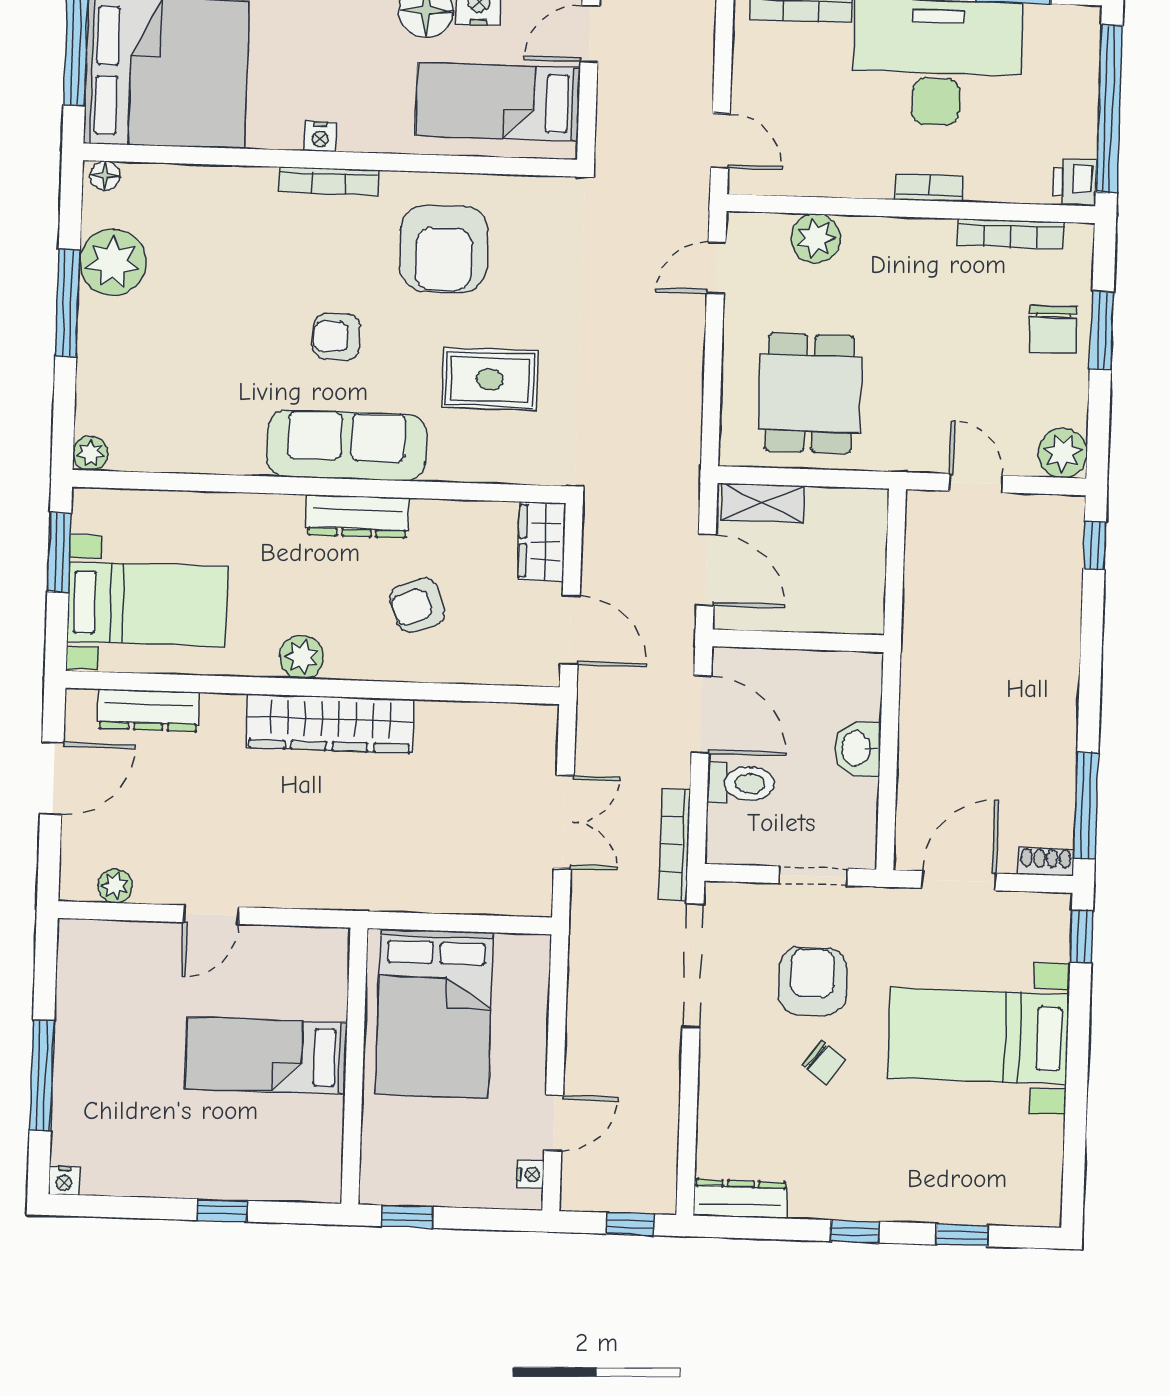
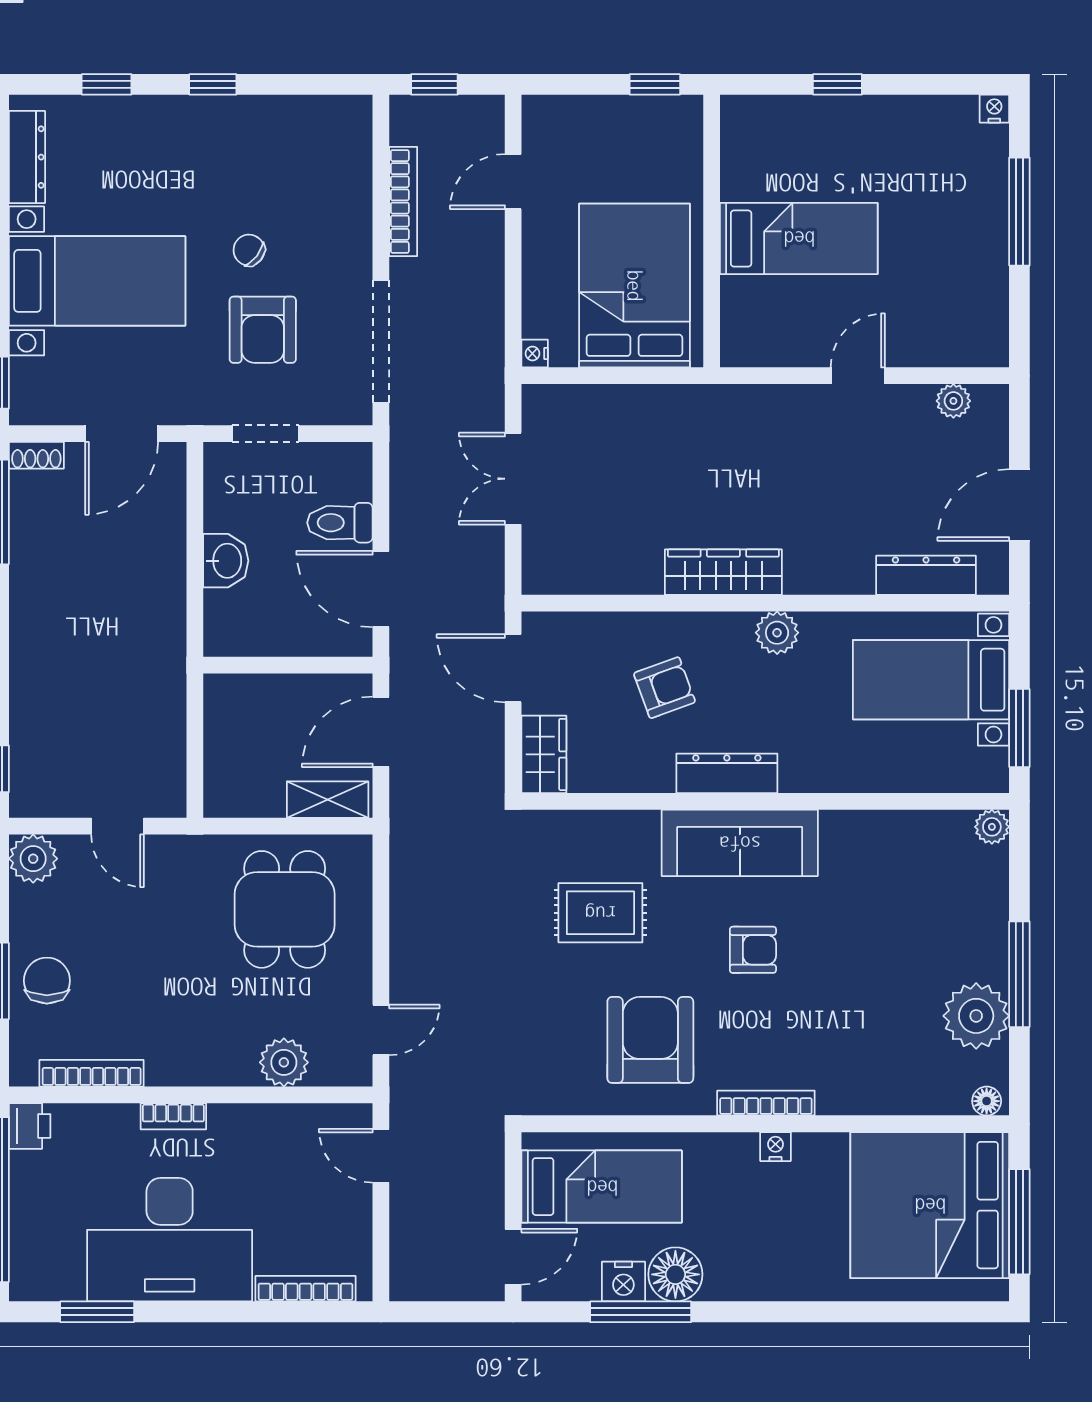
door: (706, 570) -> (381, 732), hinge flipped
wardrobe: (330, 723) -> (723, 572), width x0.71, depth x0.85
bookcase: (674, 845) -> (403, 201), moved
nightstand: (530, 1174) -> (535, 354), moved
dresser: (740, 1199) -> (27, 157), moved, turned -90

